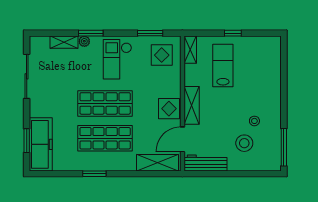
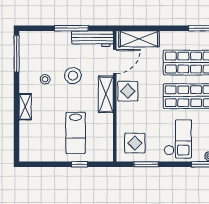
window: (233, 33) -> (80, 164), moved
shelving: (190, 50) -> (25, 107), moved
stool: (244, 143) -> (73, 76), moved
window: (227, 174) -> (71, 28), added

